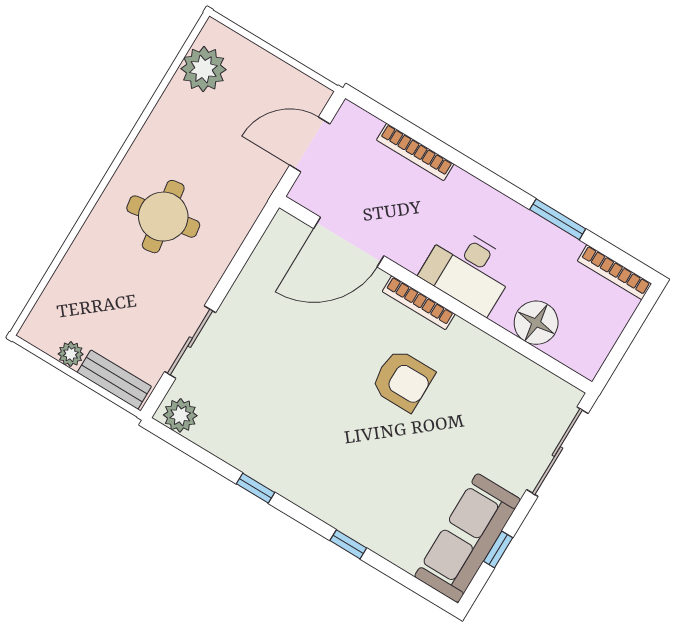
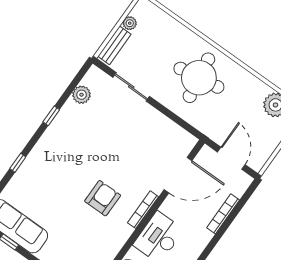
round table: (163, 217) -> (199, 78), width x1.36, depth x1.36
door: (349, 242) -> (178, 175), swing flipped
armchair: (403, 380) -> (103, 198), turned 180
plant: (180, 415) -> (82, 95), moved

